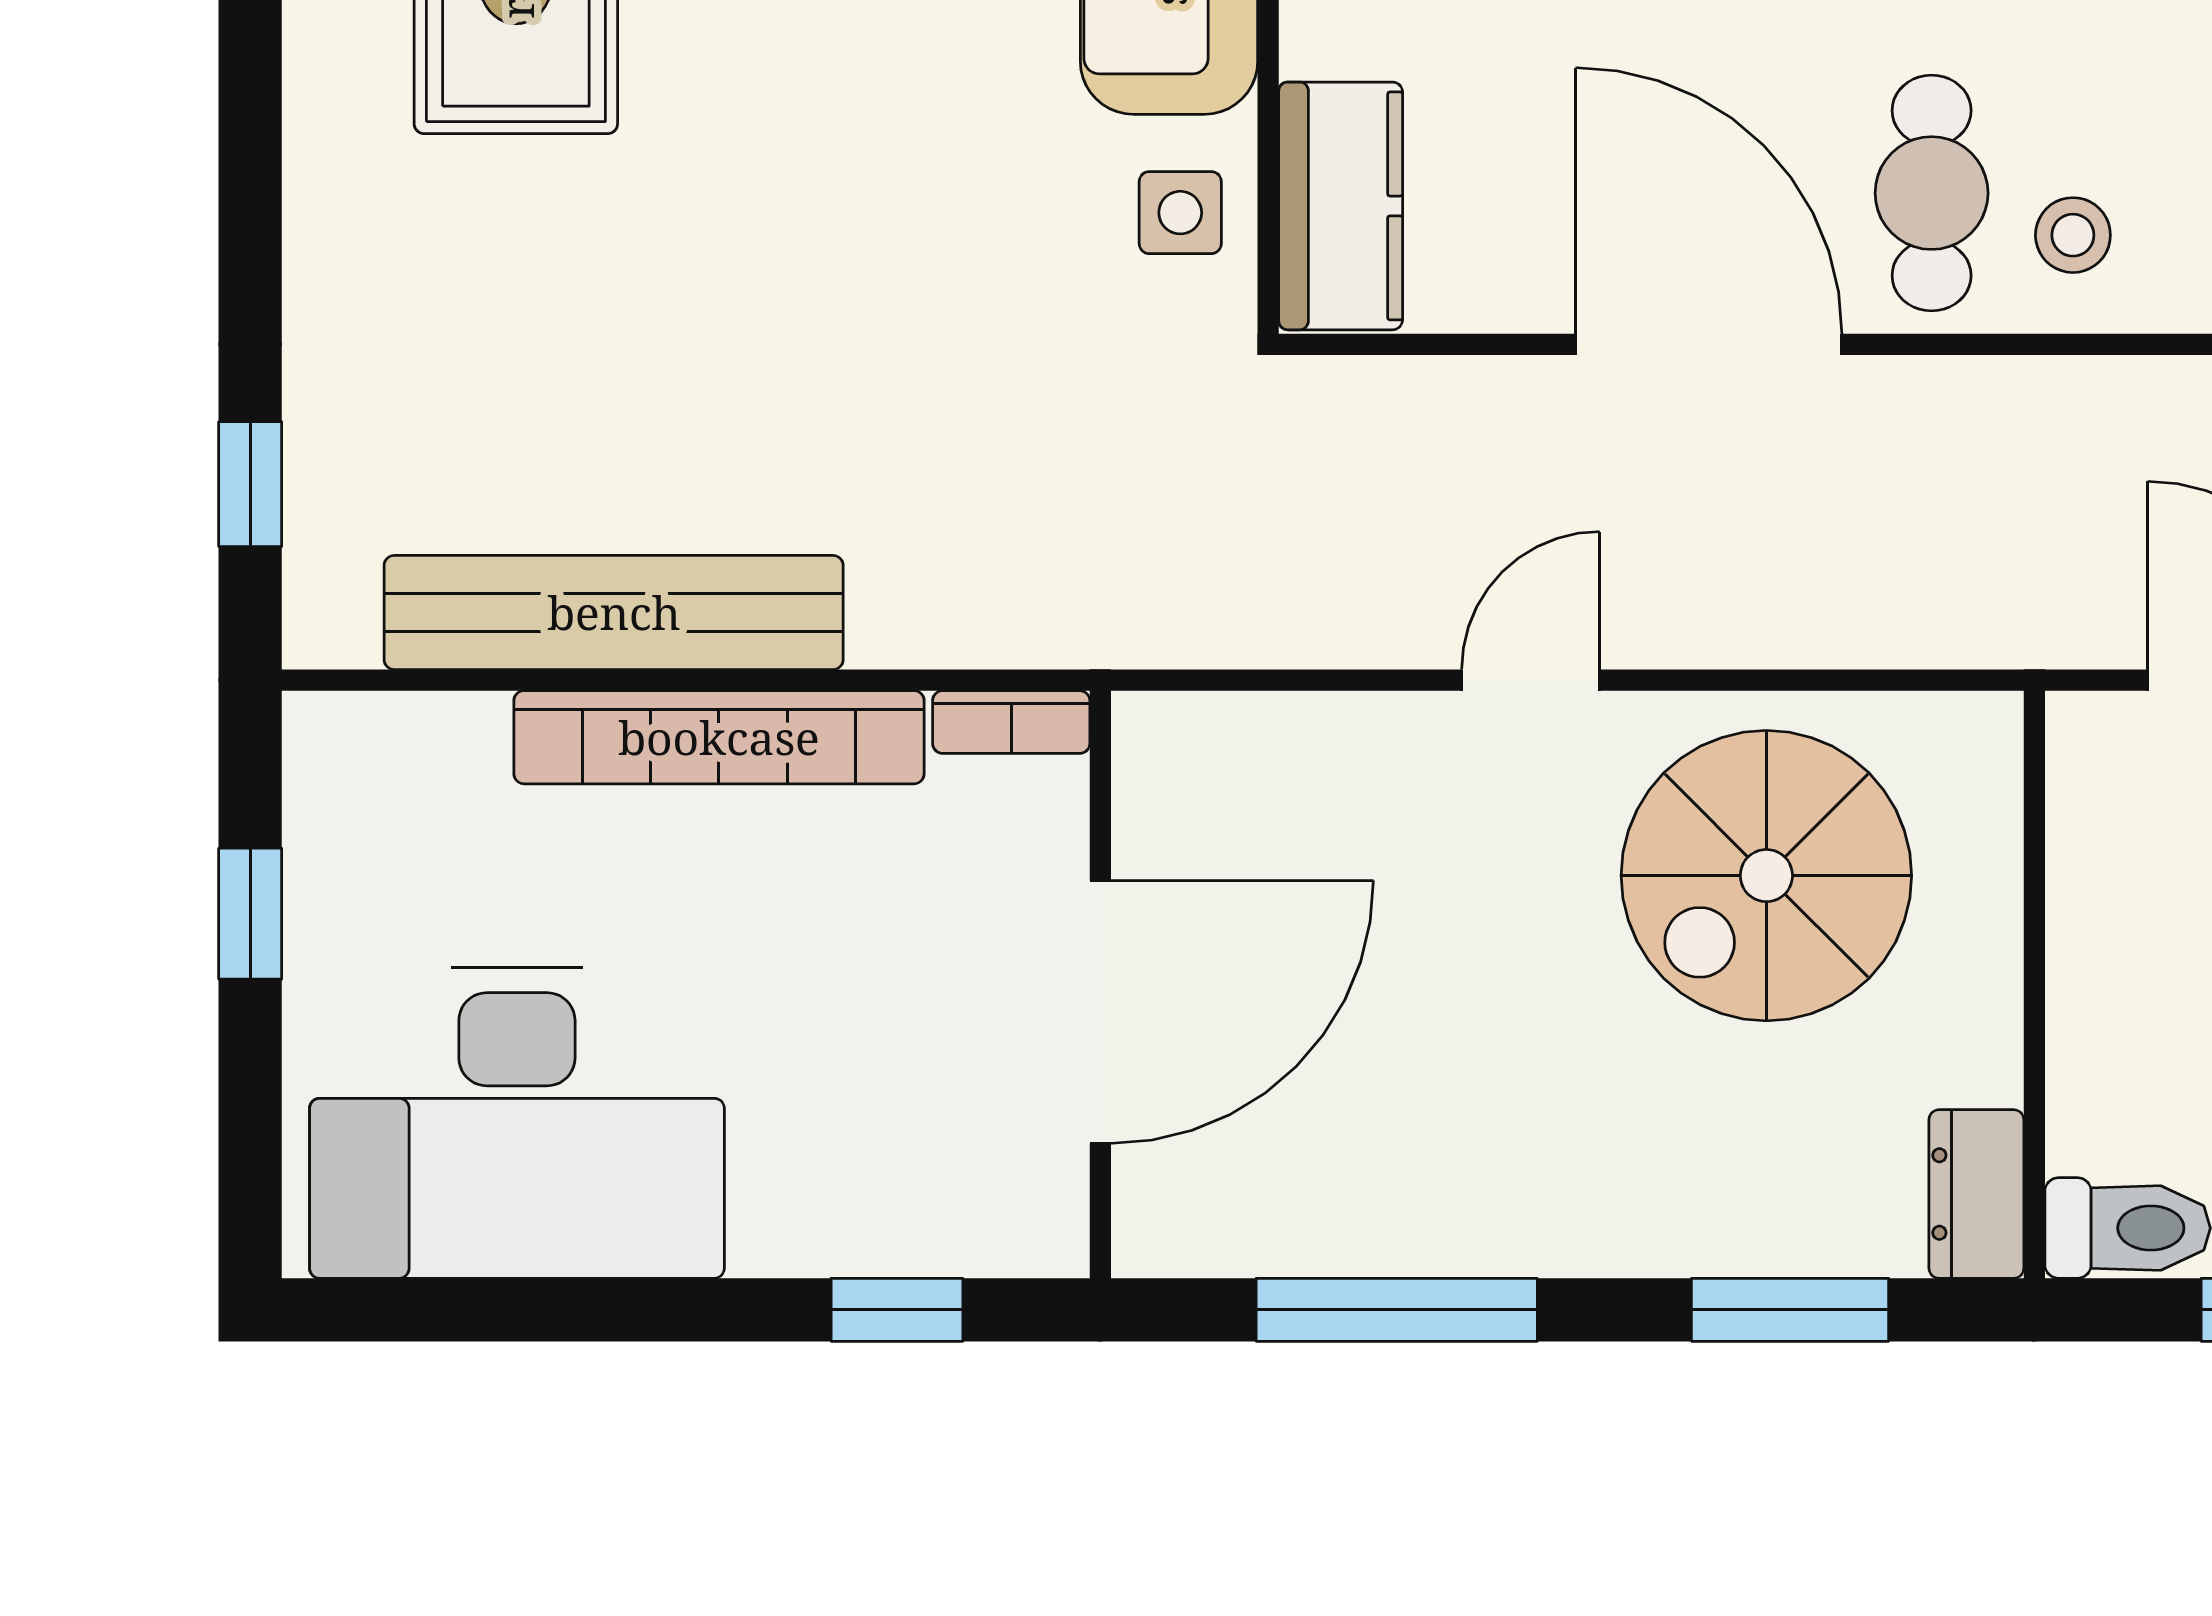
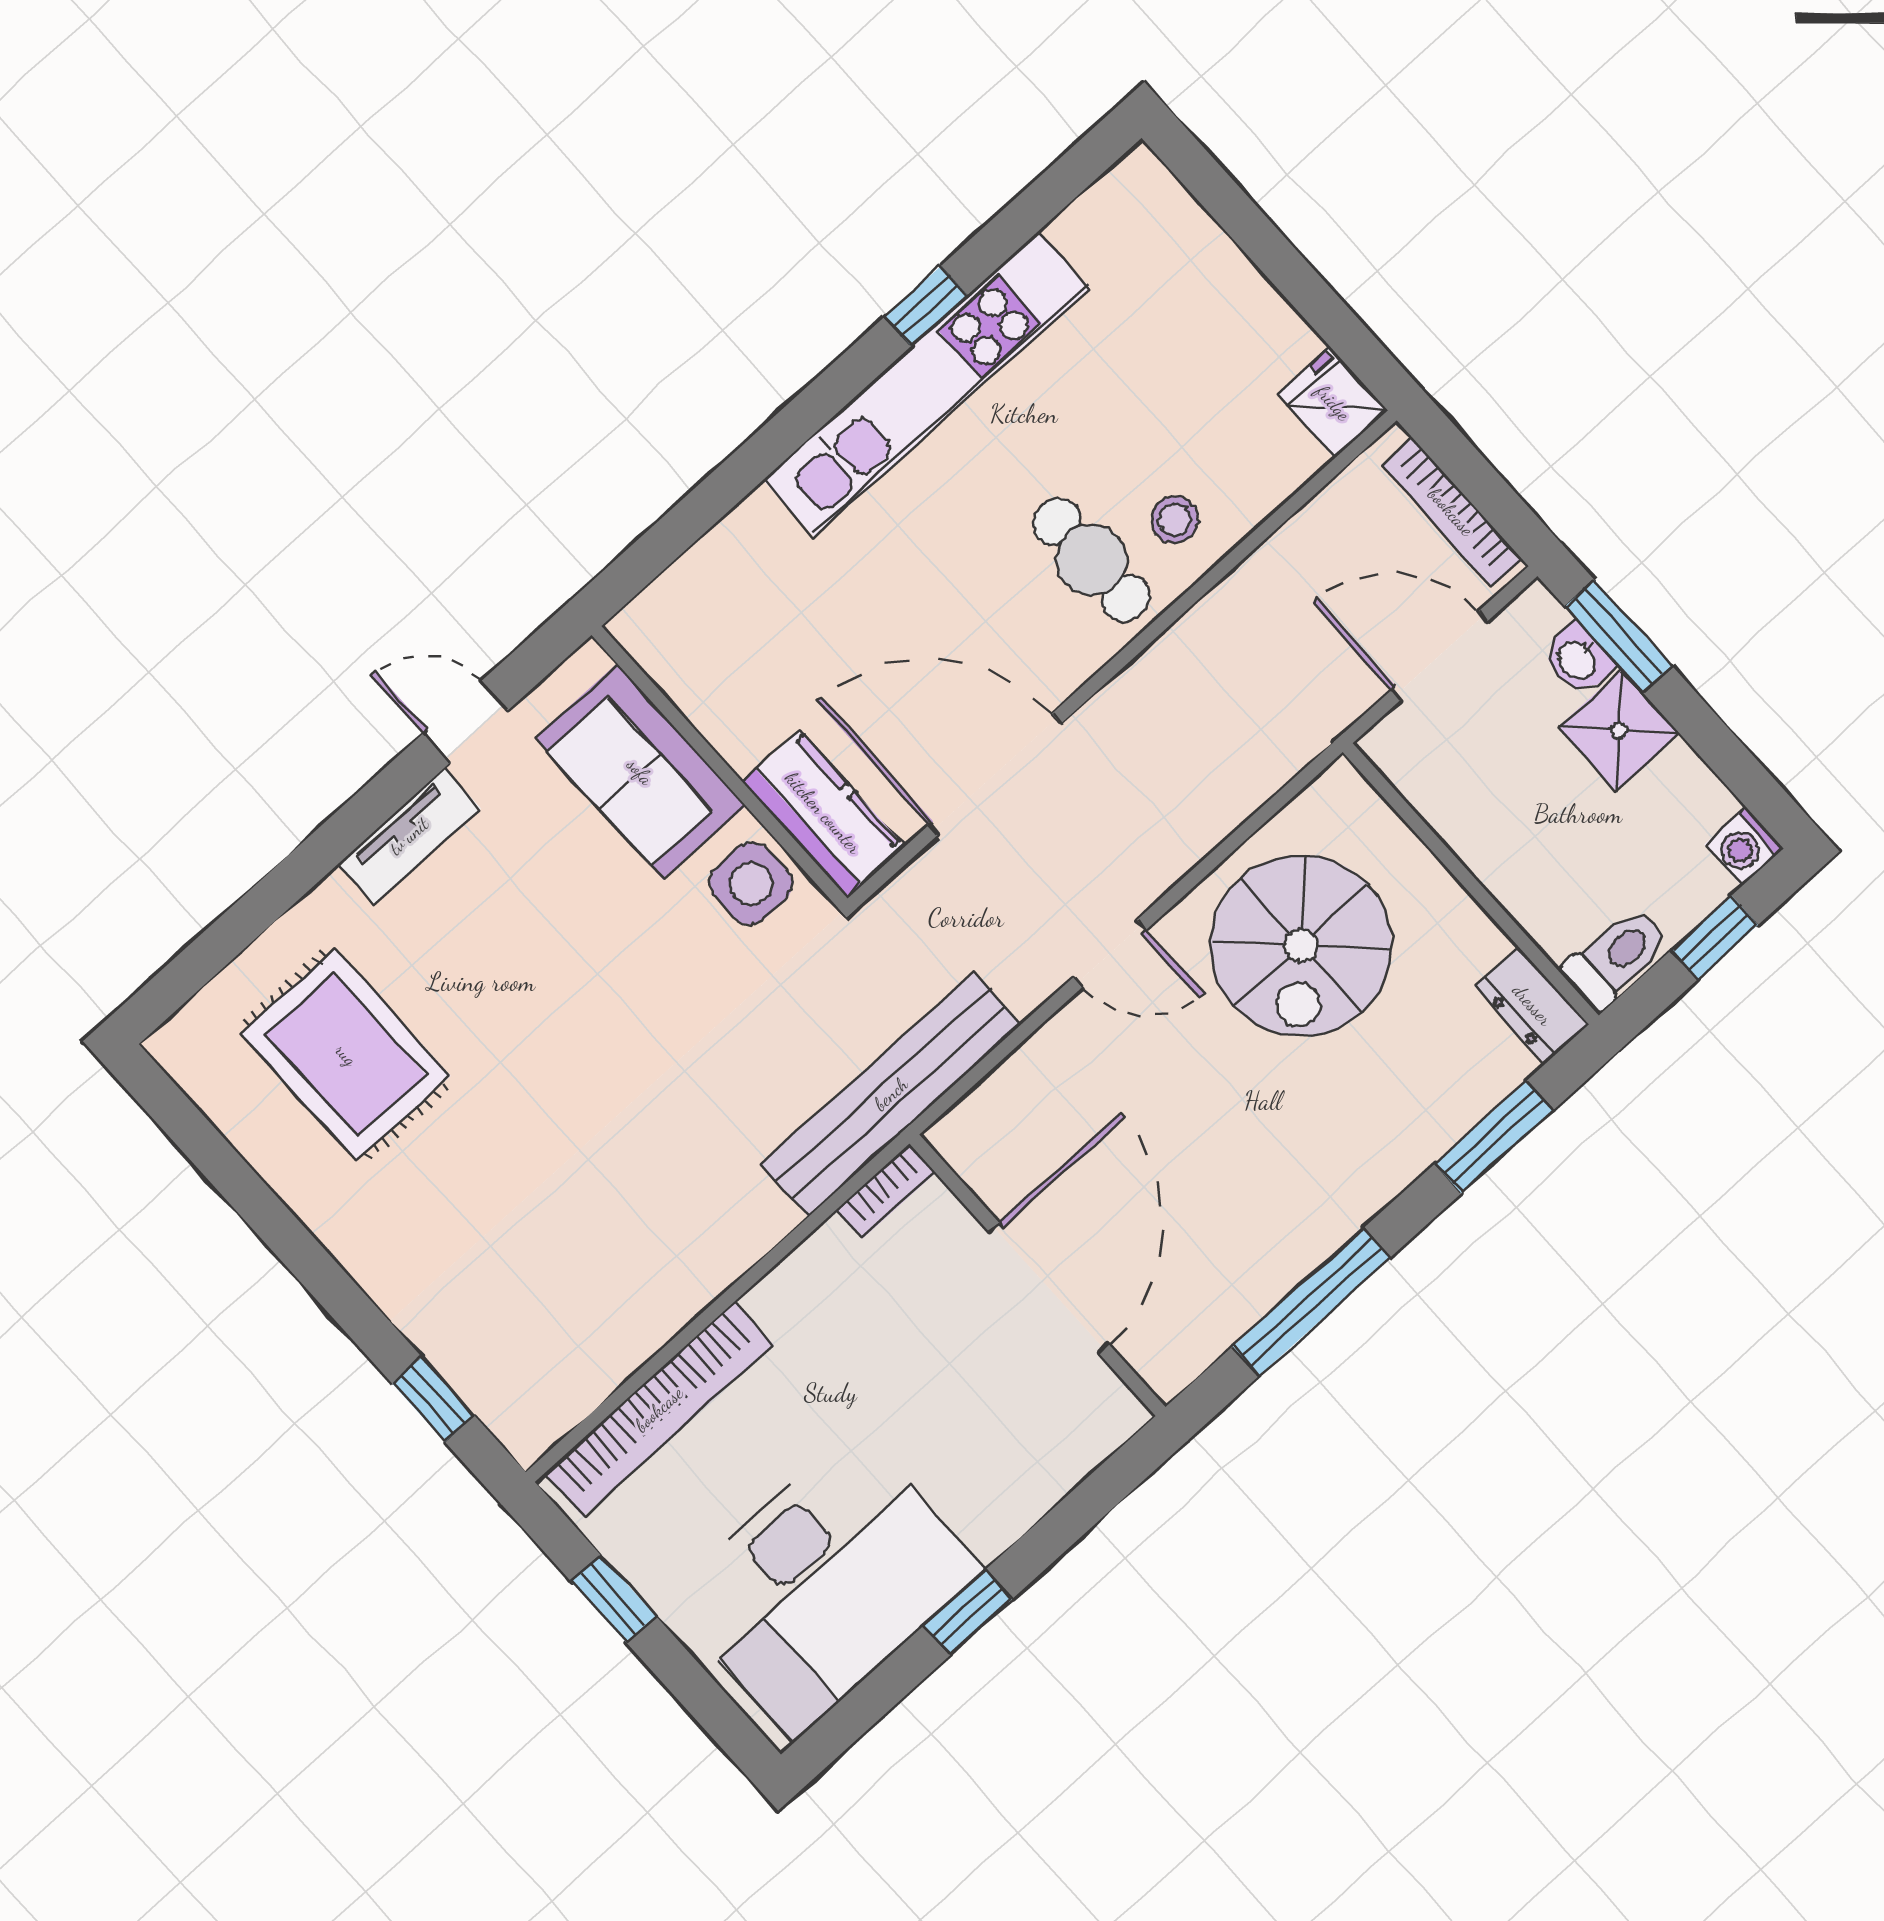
side table: (1180, 213) -> (751, 884), width x1.37, depth x1.37
door: (1709, 344) -> (995, 774), moved
bench: (614, 612) -> (891, 1094), moved
door: (1531, 680) -> (1110, 954), swing flipped
bookcase: (719, 737) -> (659, 1409), moved
window: (897, 1310) -> (968, 1612), moved

